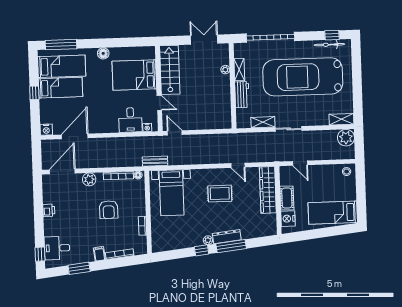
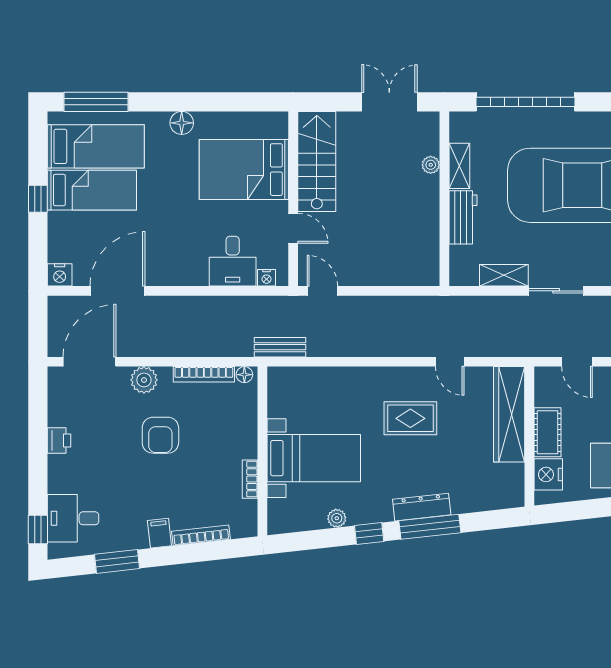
bed with nightstands: (172, 193) -> (314, 458), moved, turned -90
armchair: (109, 210) -> (160, 435), moved
plant: (208, 240) -> (337, 518), moved

